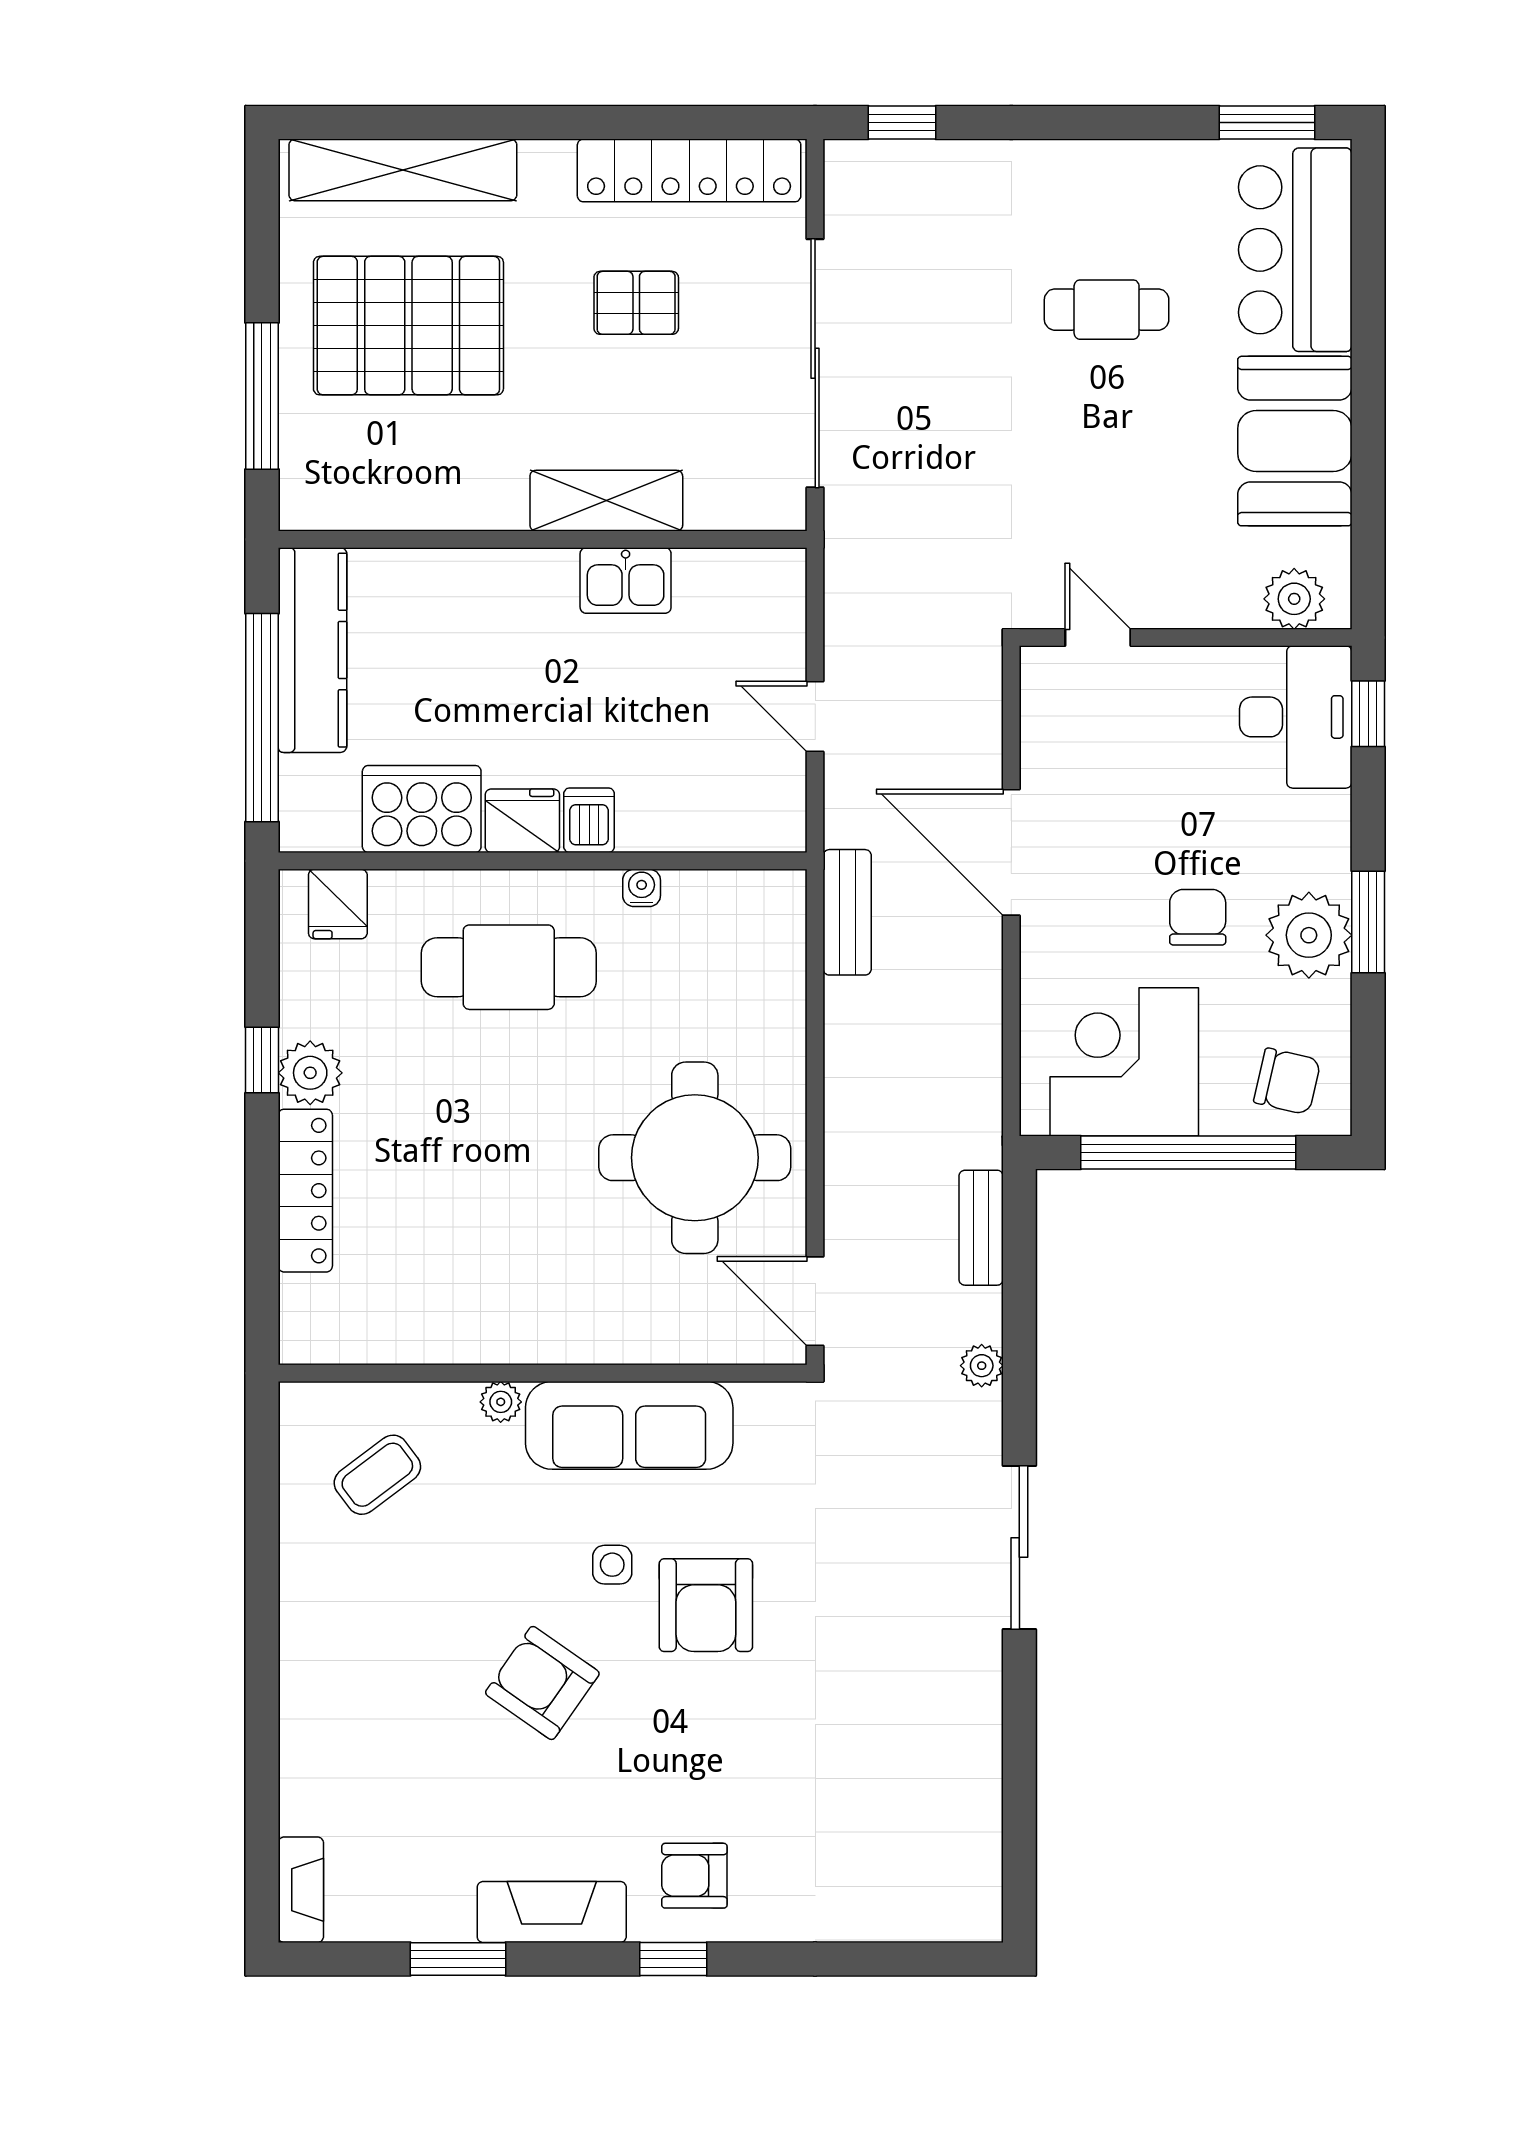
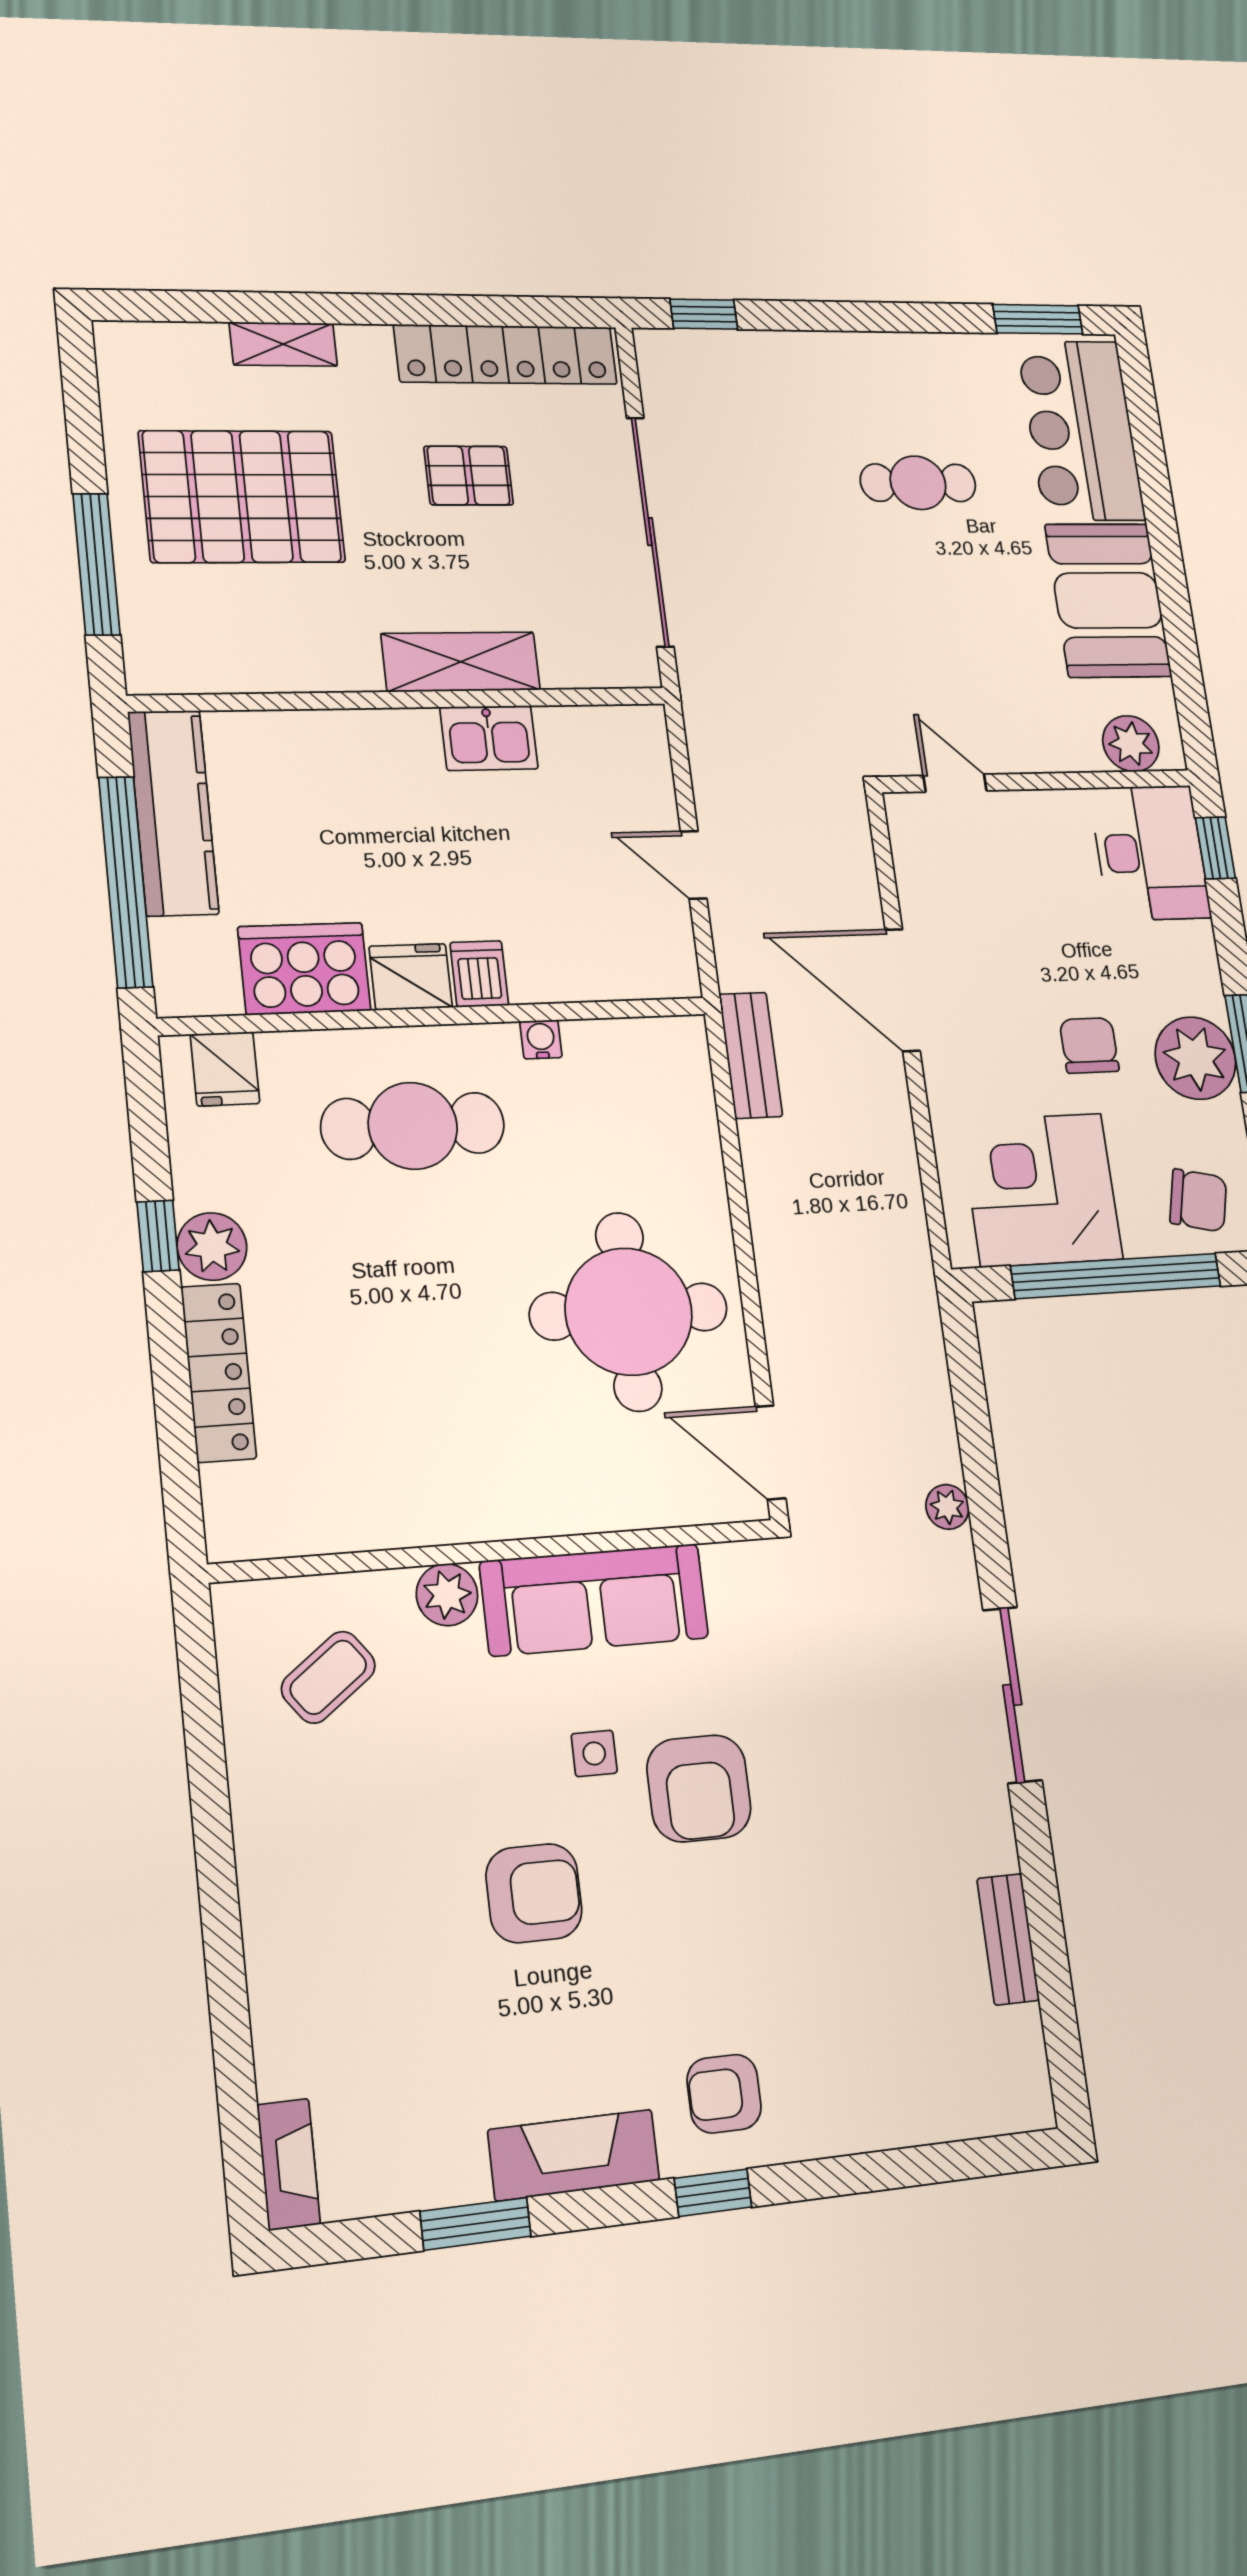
shelving: (403, 170) -> (283, 344), width x0.45, depth x0.75
bench: (981, 1228) -> (1008, 1939), moved
plant: (501, 1402) -> (447, 1595), width x1.38, depth x1.38
armchair: (542, 1683) -> (534, 1893), turned 145

